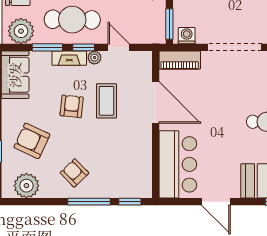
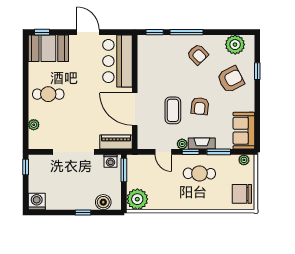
cafe table: (72, 20) -> (199, 173), width x0.73, depth x0.74
plant: (21, 31) -> (244, 160), width x0.53, depth x0.53
armchair: (32, 141) -> (231, 79), turned -52

